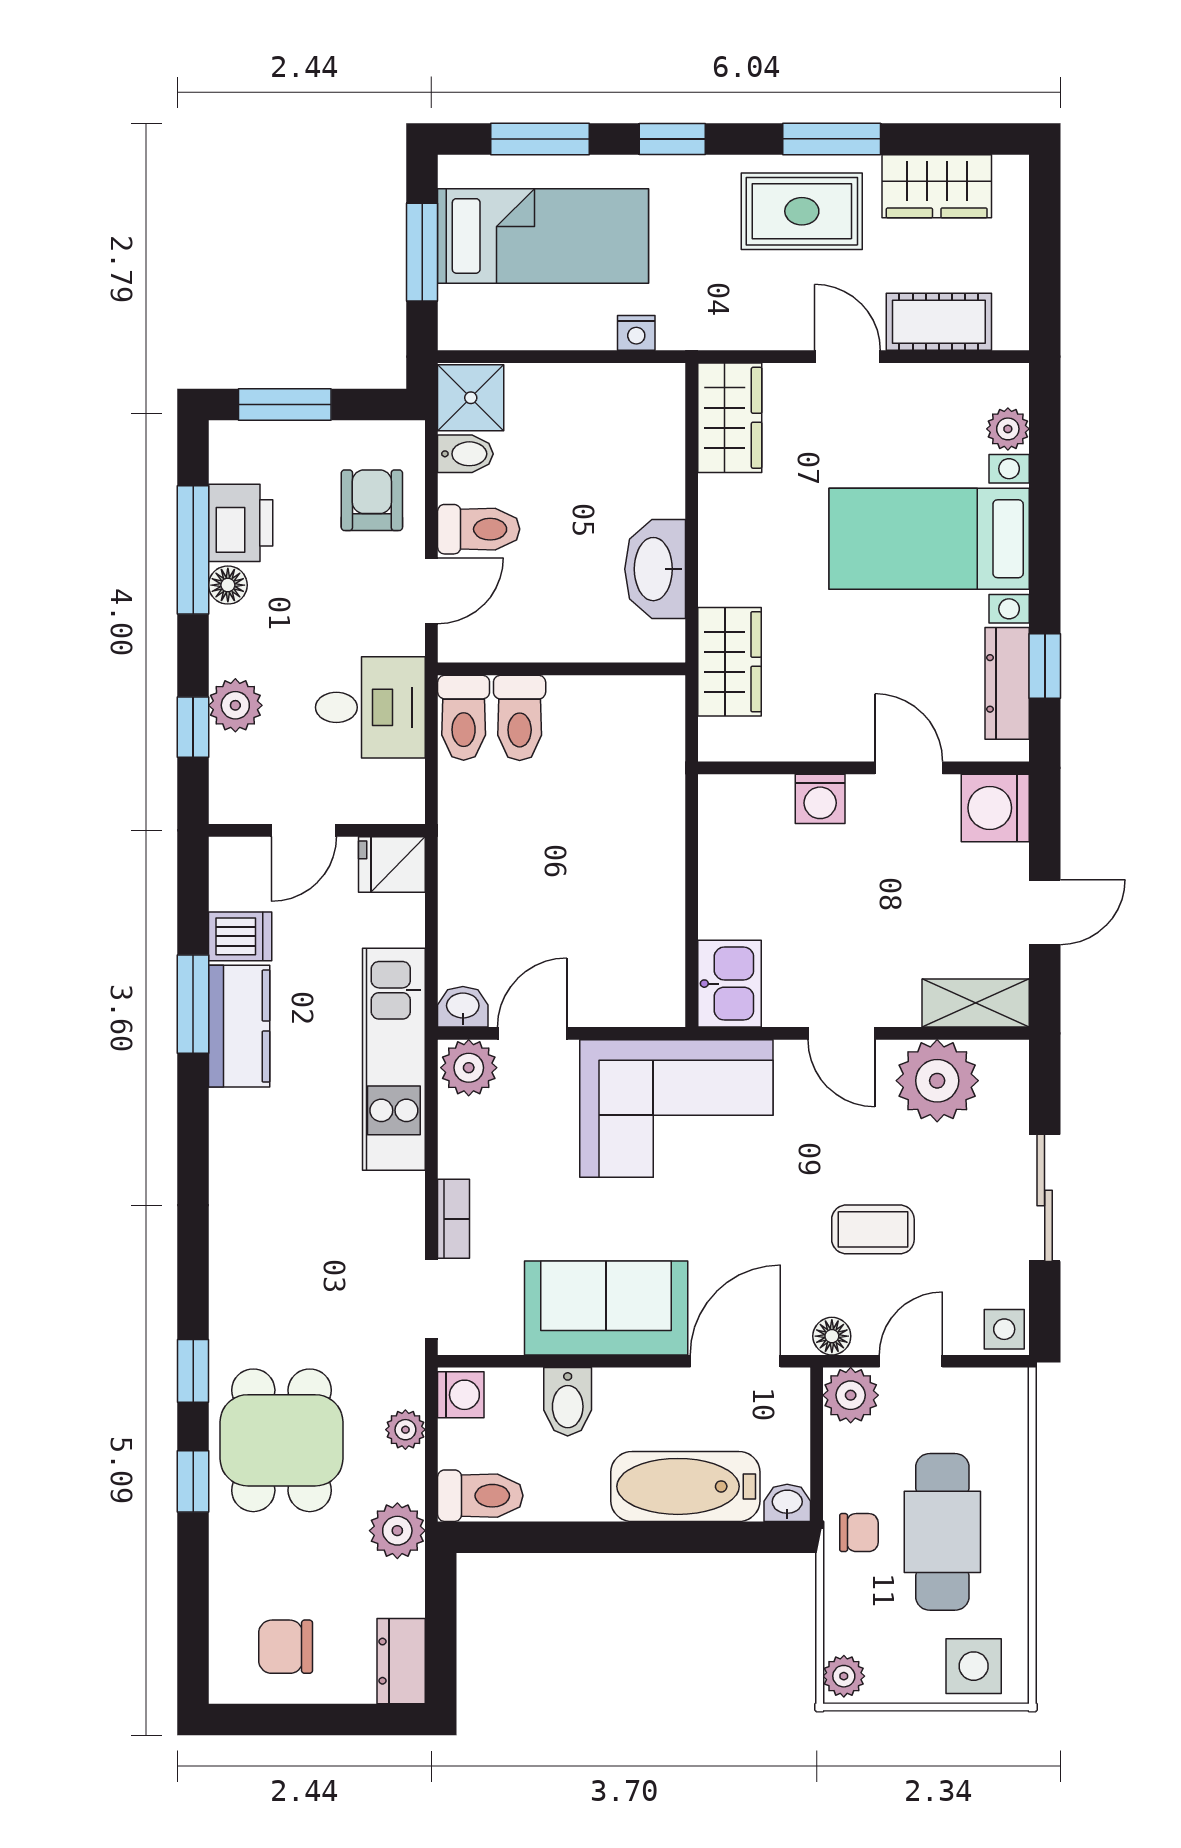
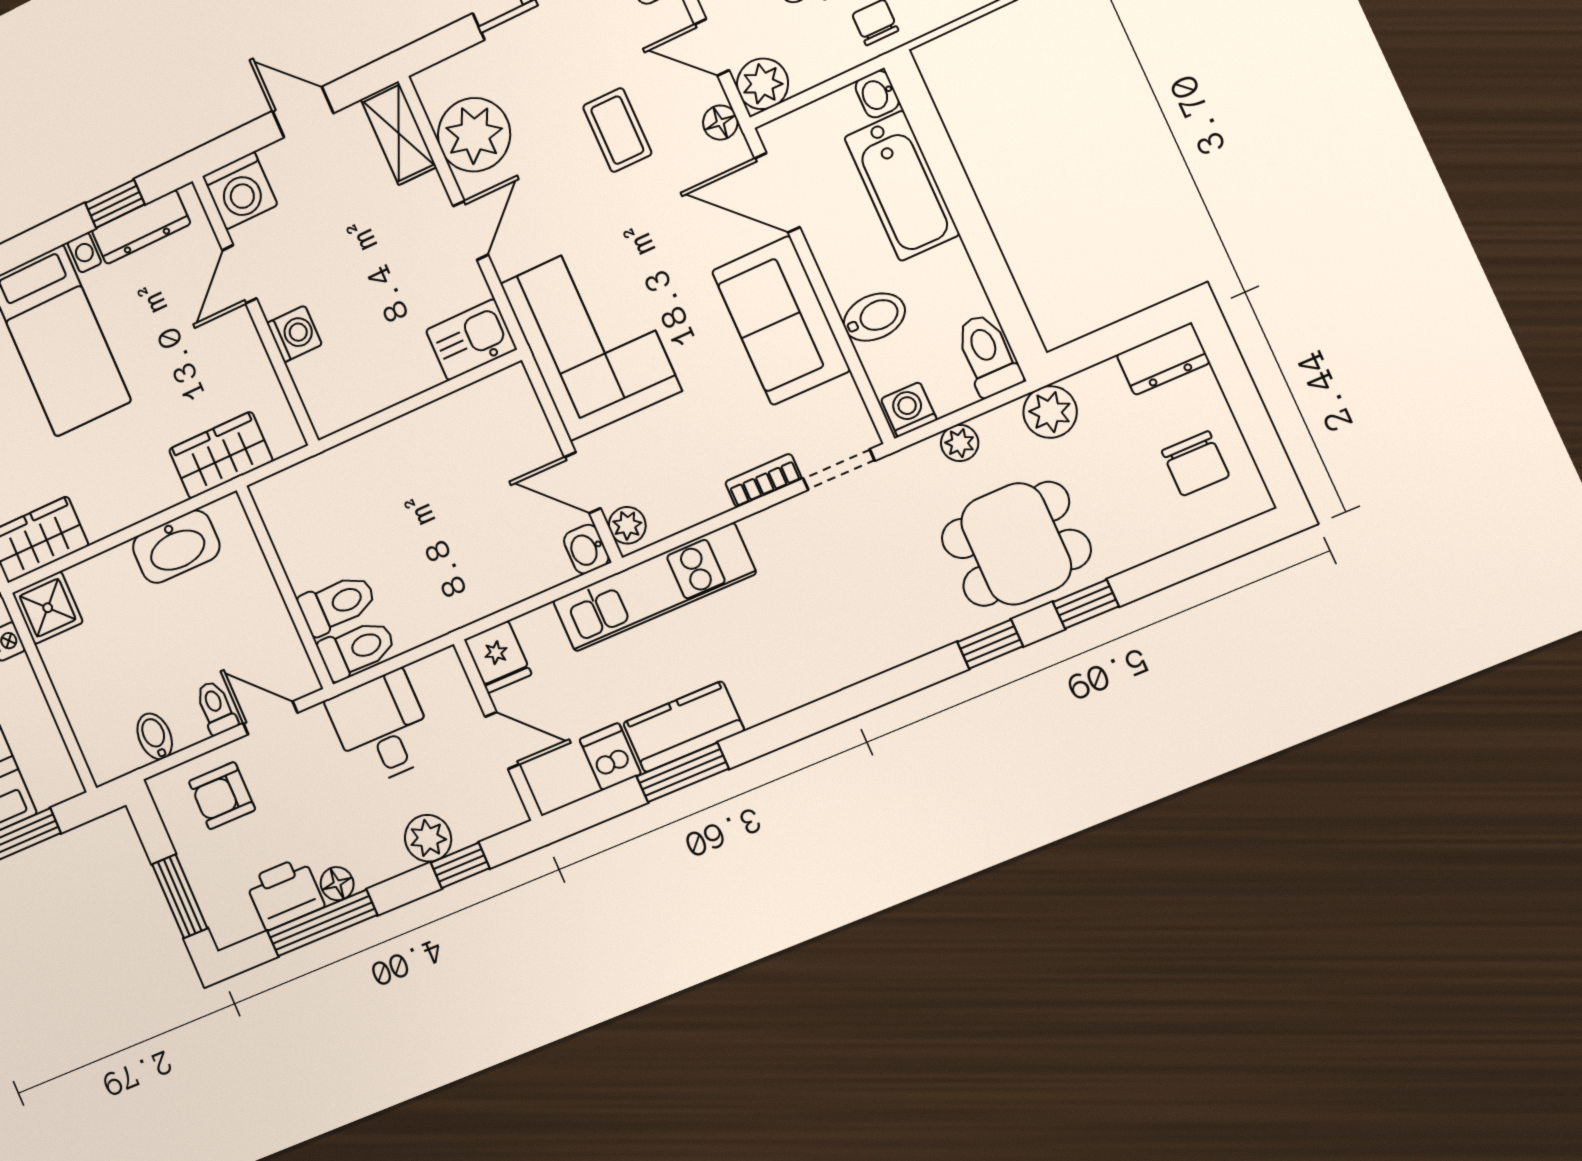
shower: (471, 398) -> (48, 608), moved
toilet: (479, 529) -> (216, 708), width x0.73, depth x0.72
plant: (469, 1068) -> (627, 525), width x0.73, depth x0.73

